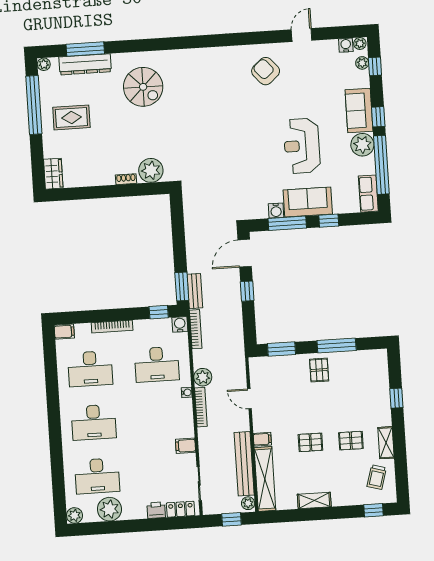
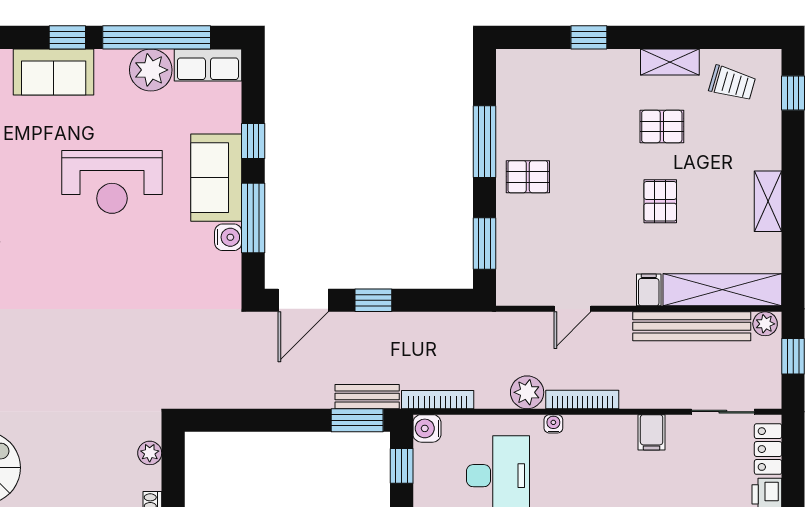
plant: (362, 145) -> (151, 70), moved
plant: (151, 170) -> (150, 453), width x0.53, depth x0.53
door: (245, 253) -> (303, 300), hinge flipped
pallet: (351, 441) -> (662, 126), turned 90

